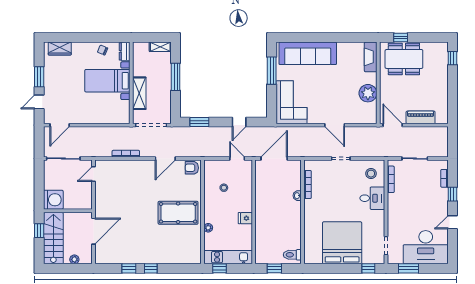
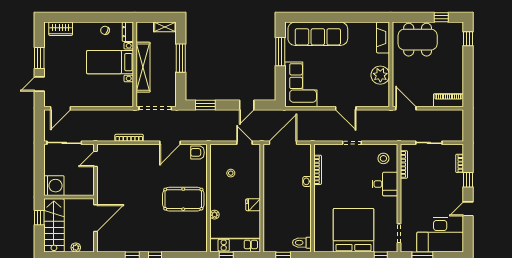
window: (401, 37) -> (441, 17), moved
shelving: (139, 93) -> (143, 67), width x1.47
piano: (421, 117) -> (448, 100), moved

